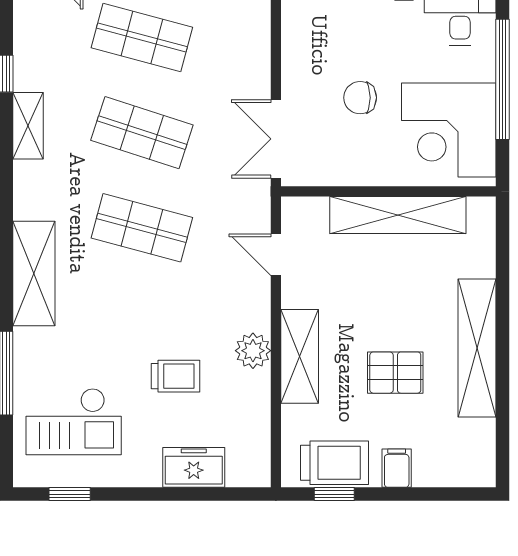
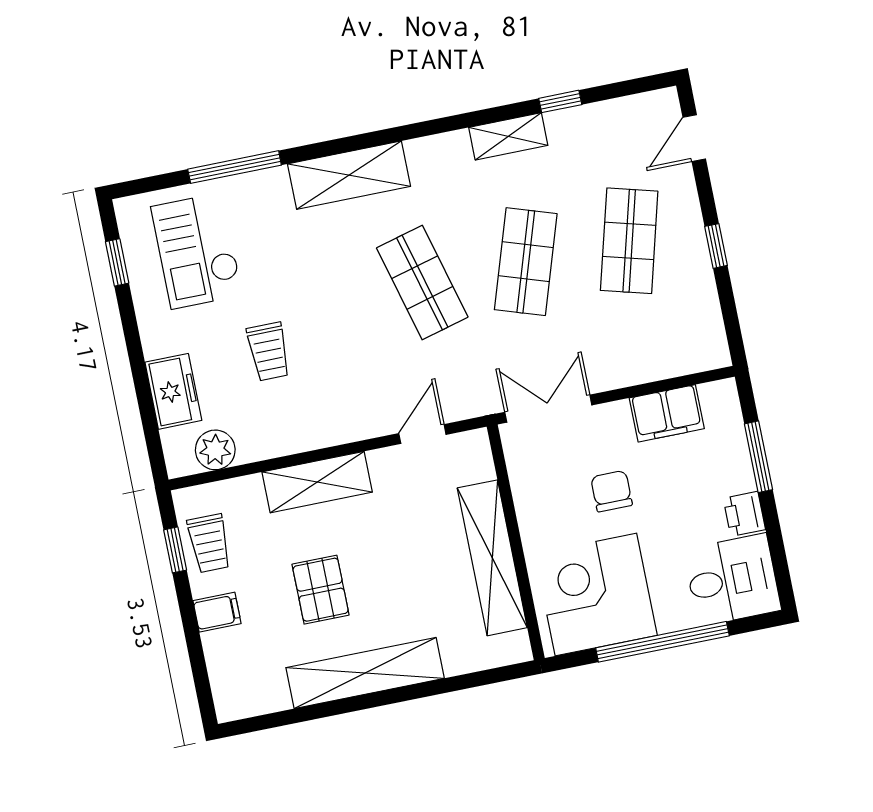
filing cabinet: (301, 35) -> (667, 413), added
shop shelf: (142, 228) -> (422, 283), turned -30
plant: (253, 351) -> (215, 450), moved
trolley: (334, 463) -> (209, 543), width x0.73, depth x0.72

